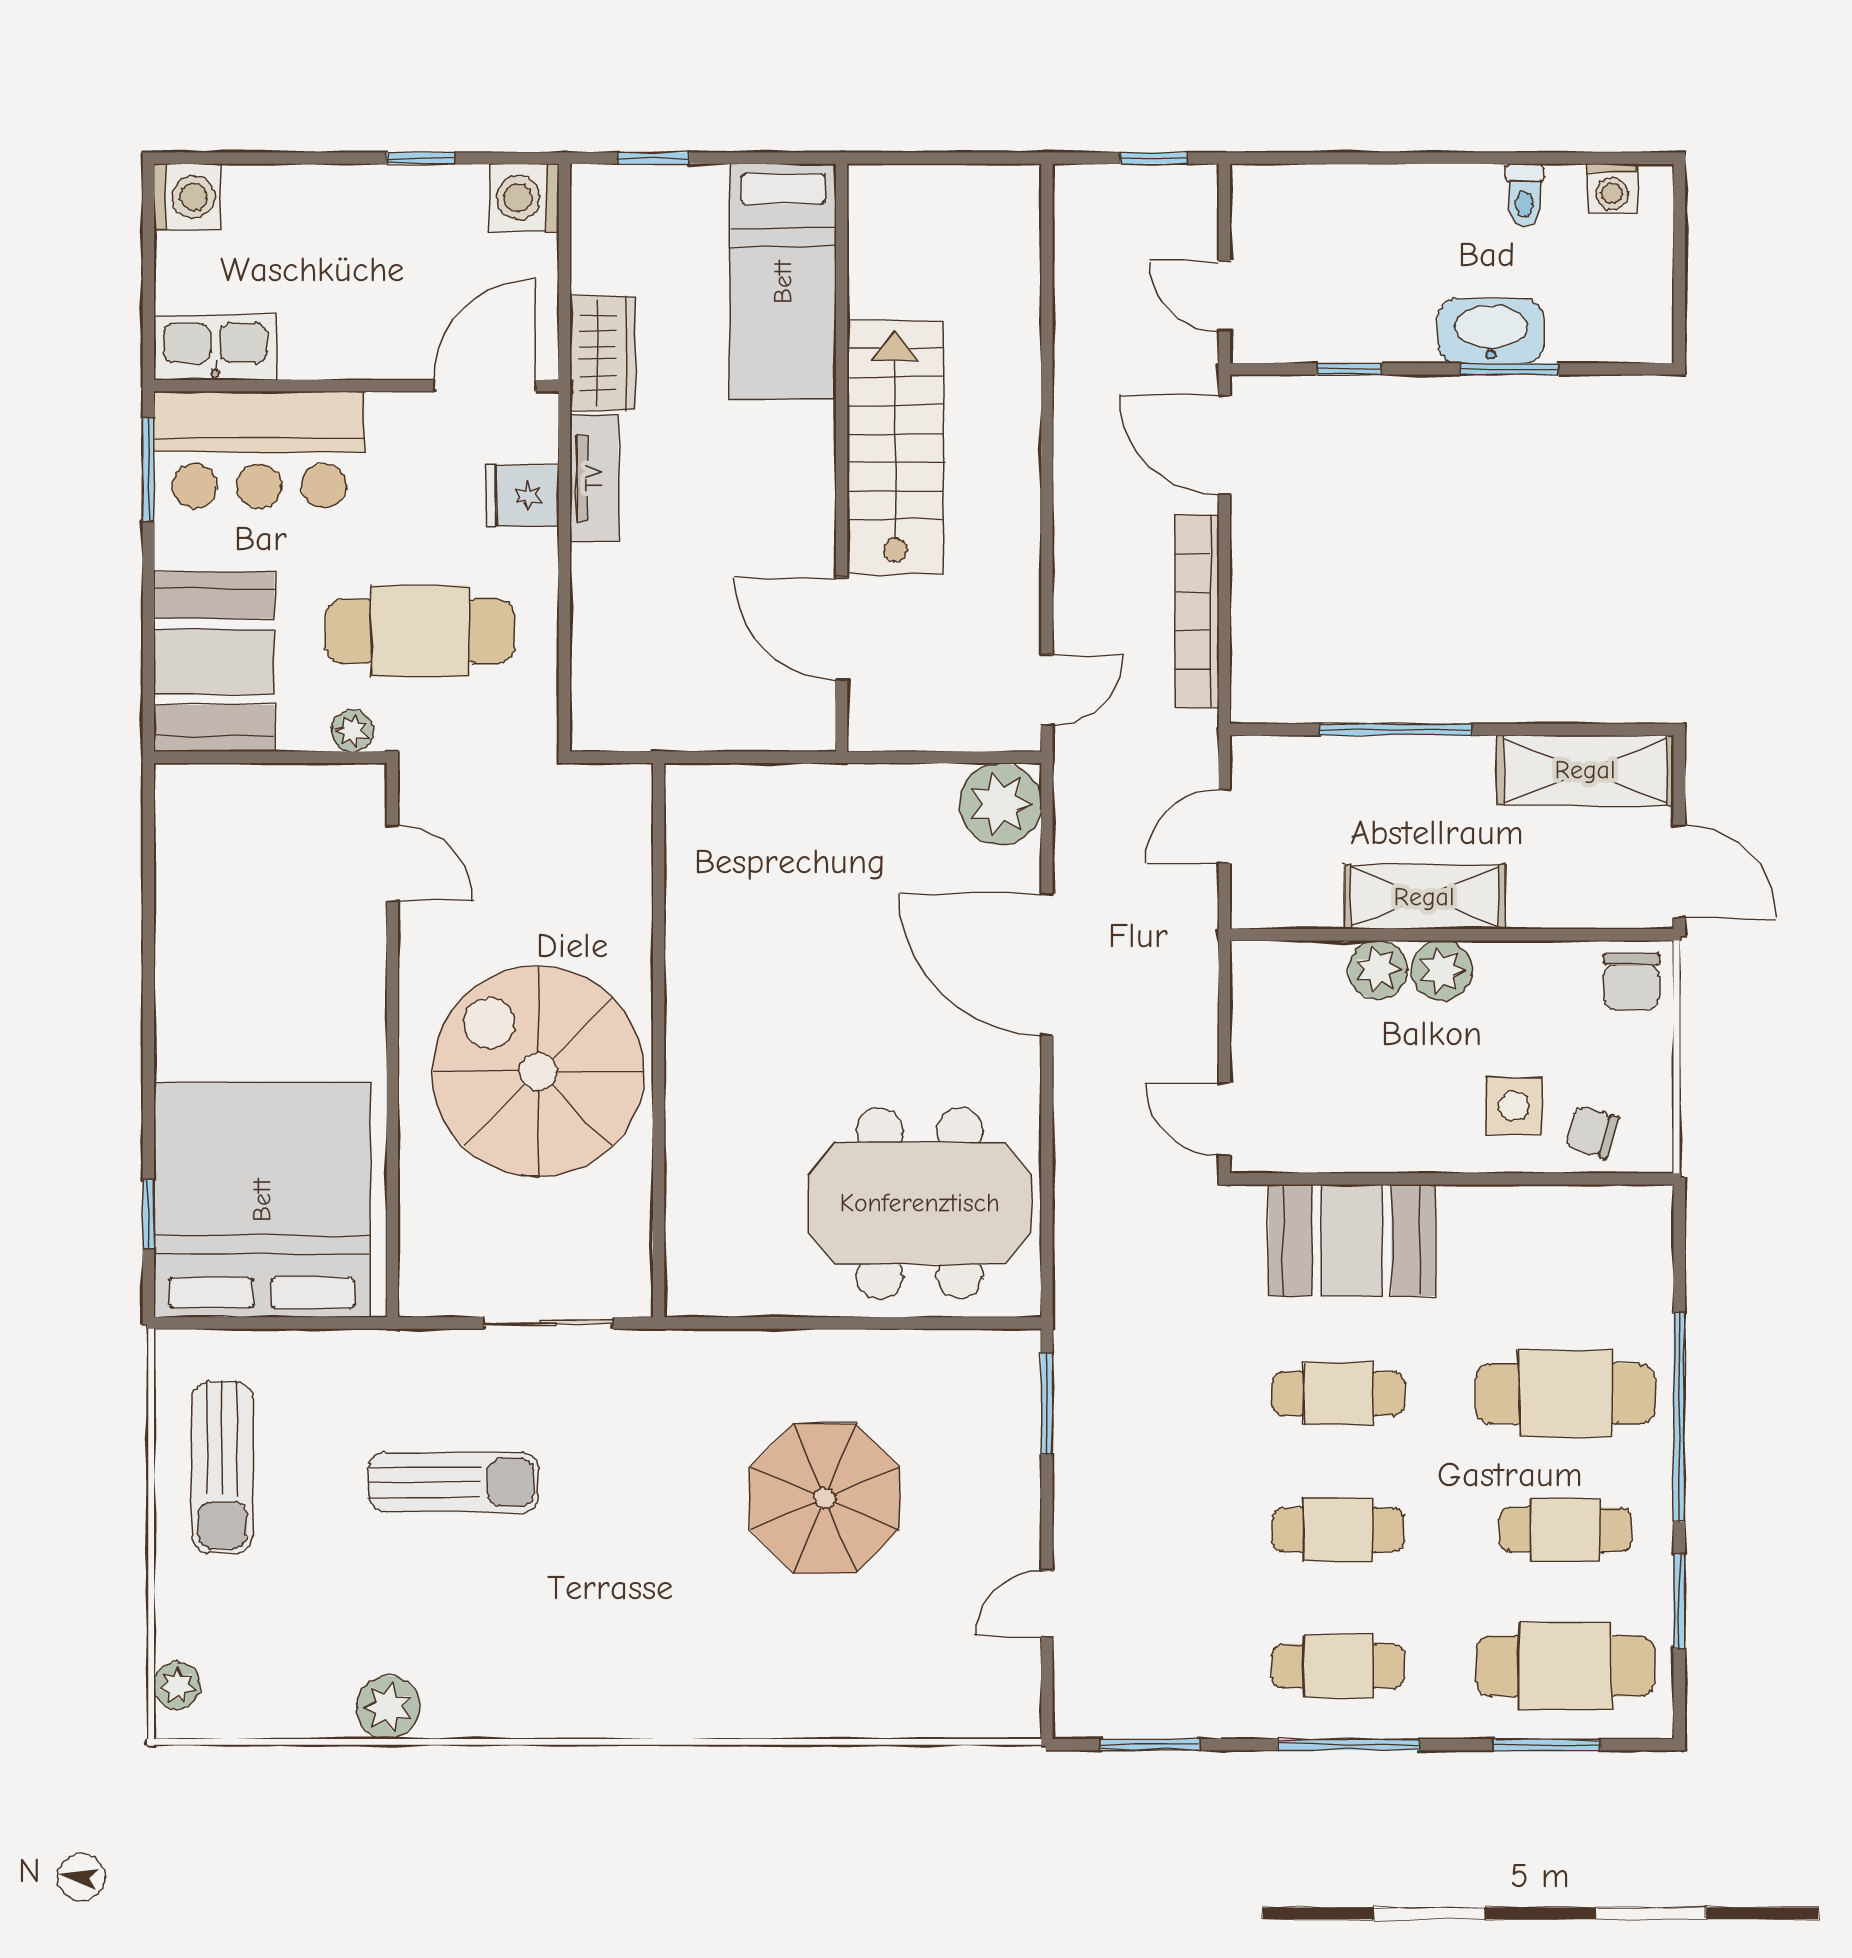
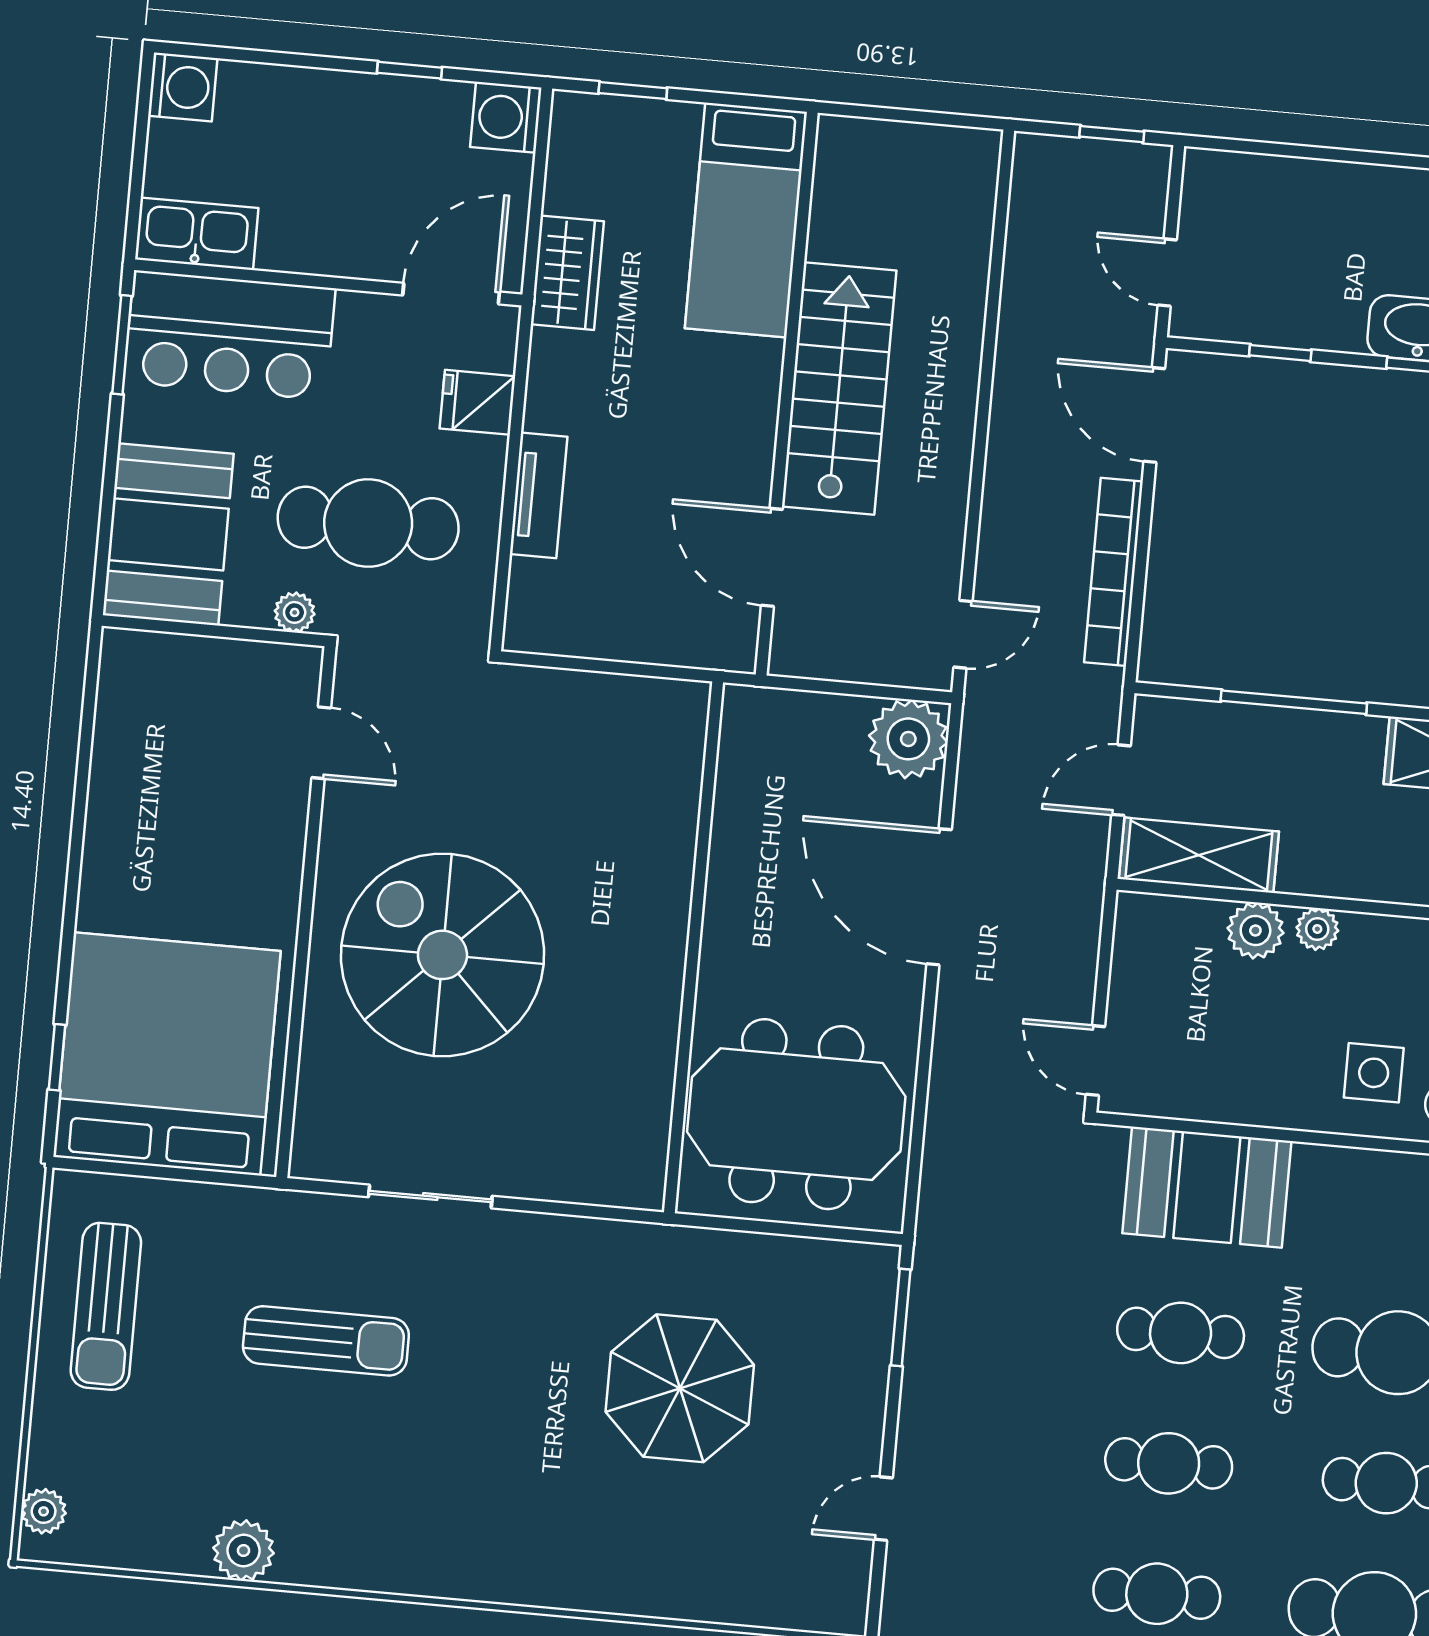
tv unit: (594, 478) -> (539, 495), moved
shelving: (1424, 897) -> (1199, 855), moved
plant: (1442, 970) -> (1317, 929), width x0.73, depth x0.73
wall: (659, 1040) -> (693, 947), moved

